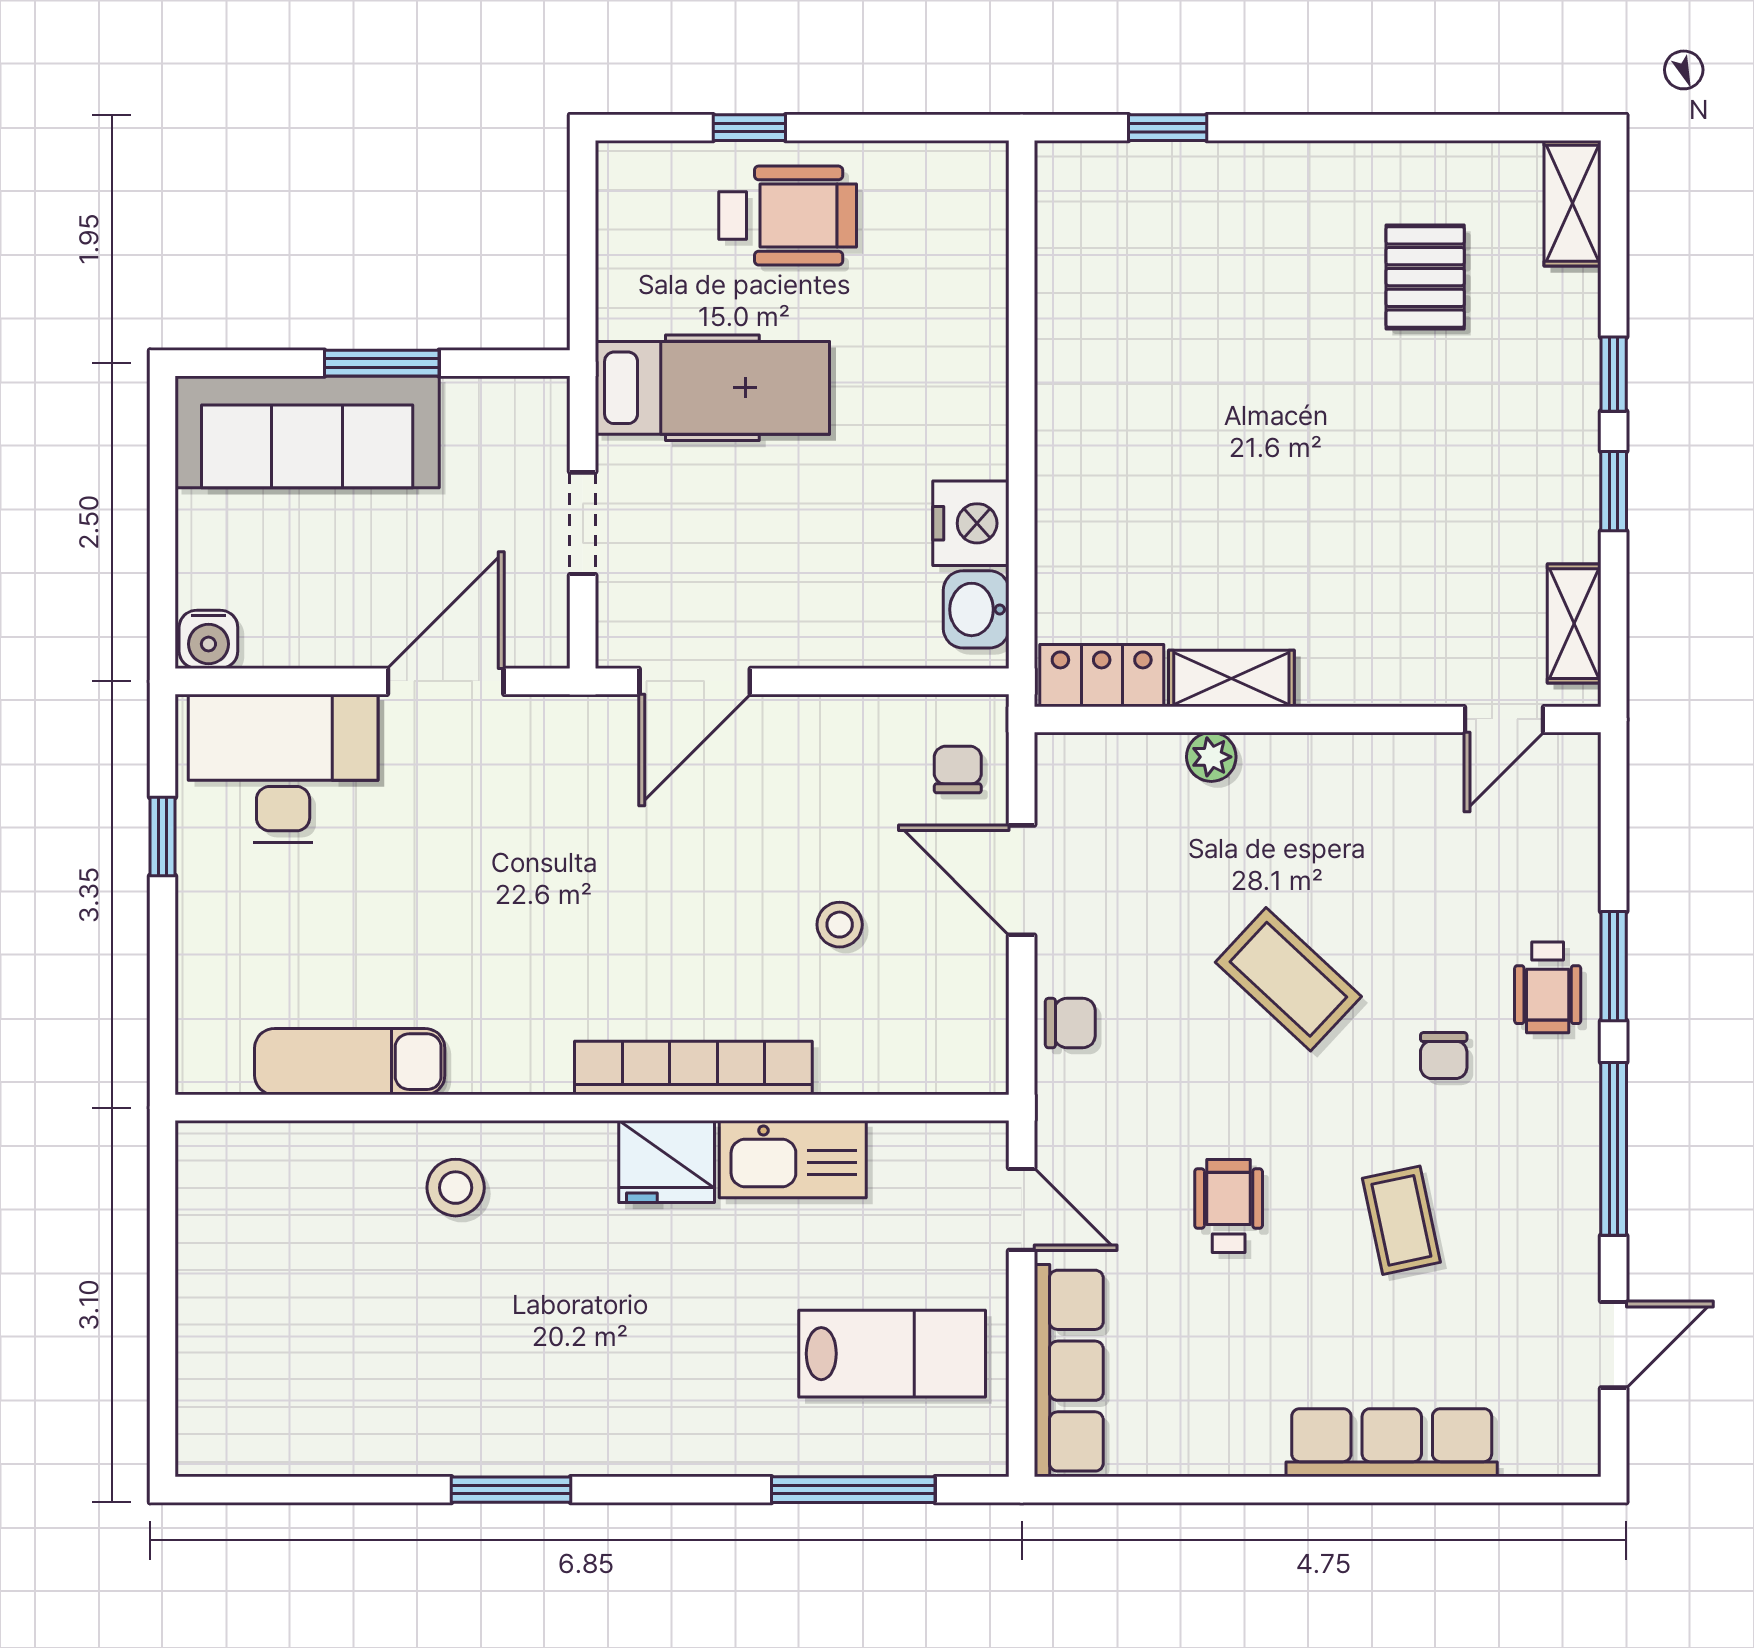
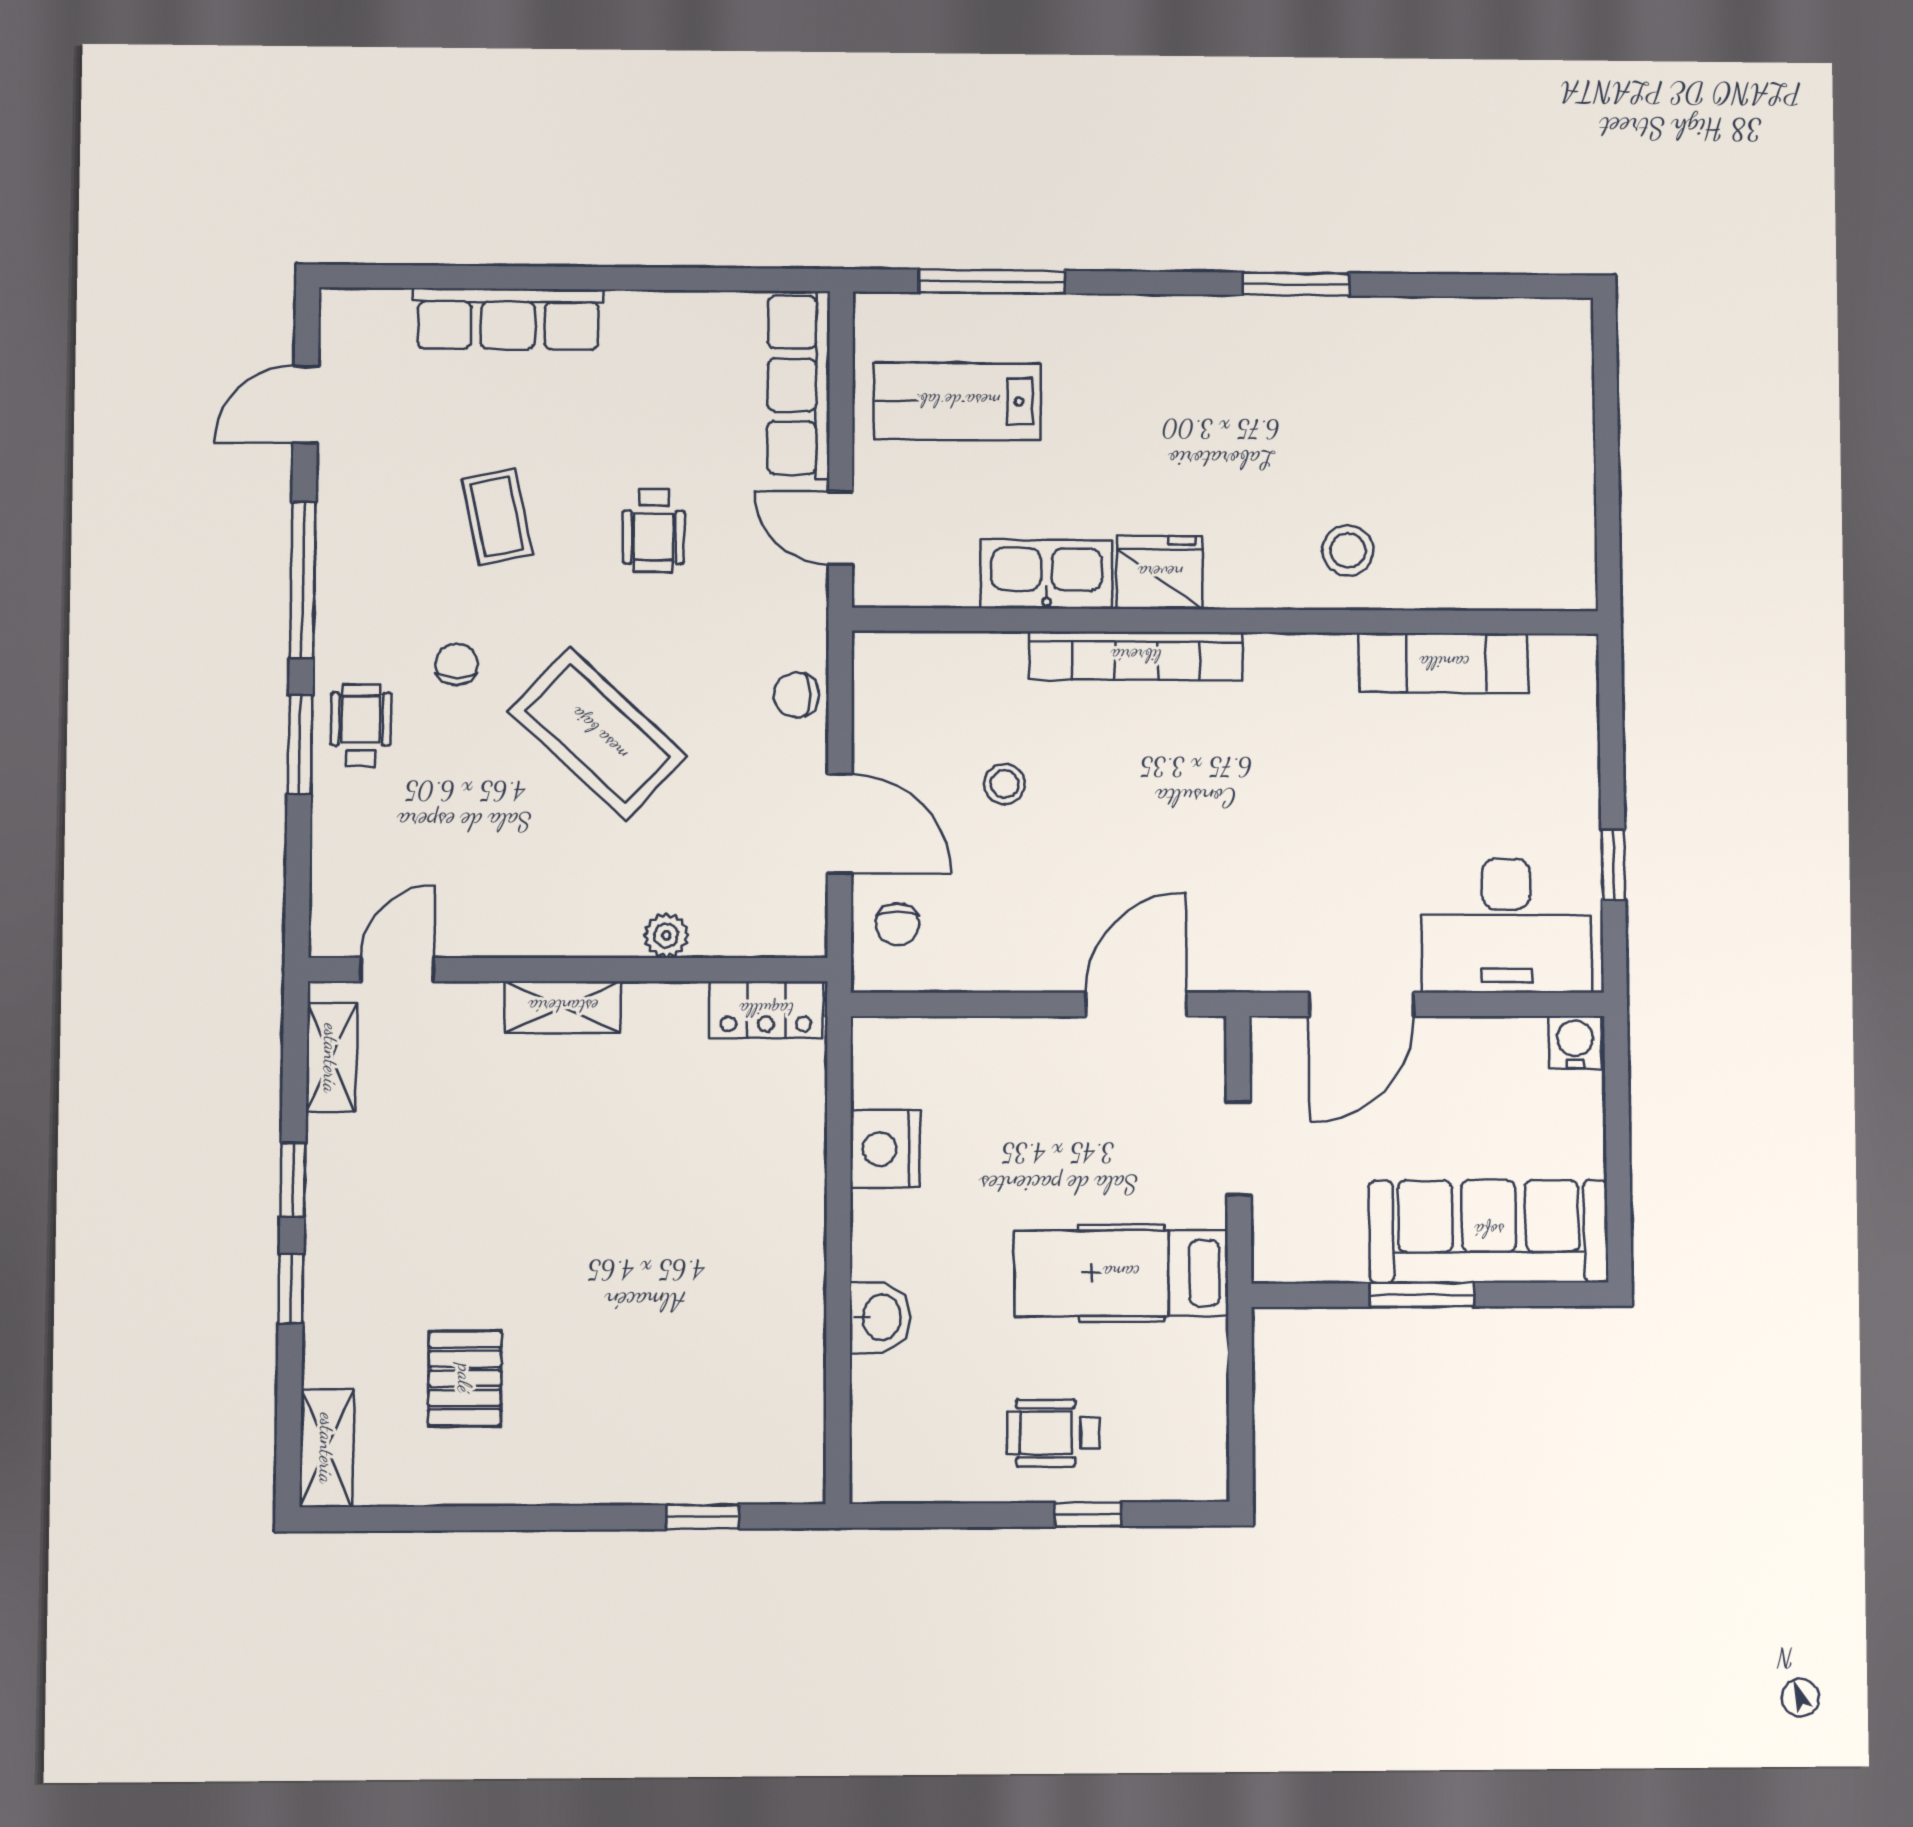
wheelchair: (788, 216) -> (1053, 1433), width x0.73, depth x0.73
washbasin: (976, 609) -> (880, 1317), moved
shelving: (1231, 679) -> (563, 1007), moved
coffee table: (1288, 979) -> (598, 734), width x1.36, depth x1.32

